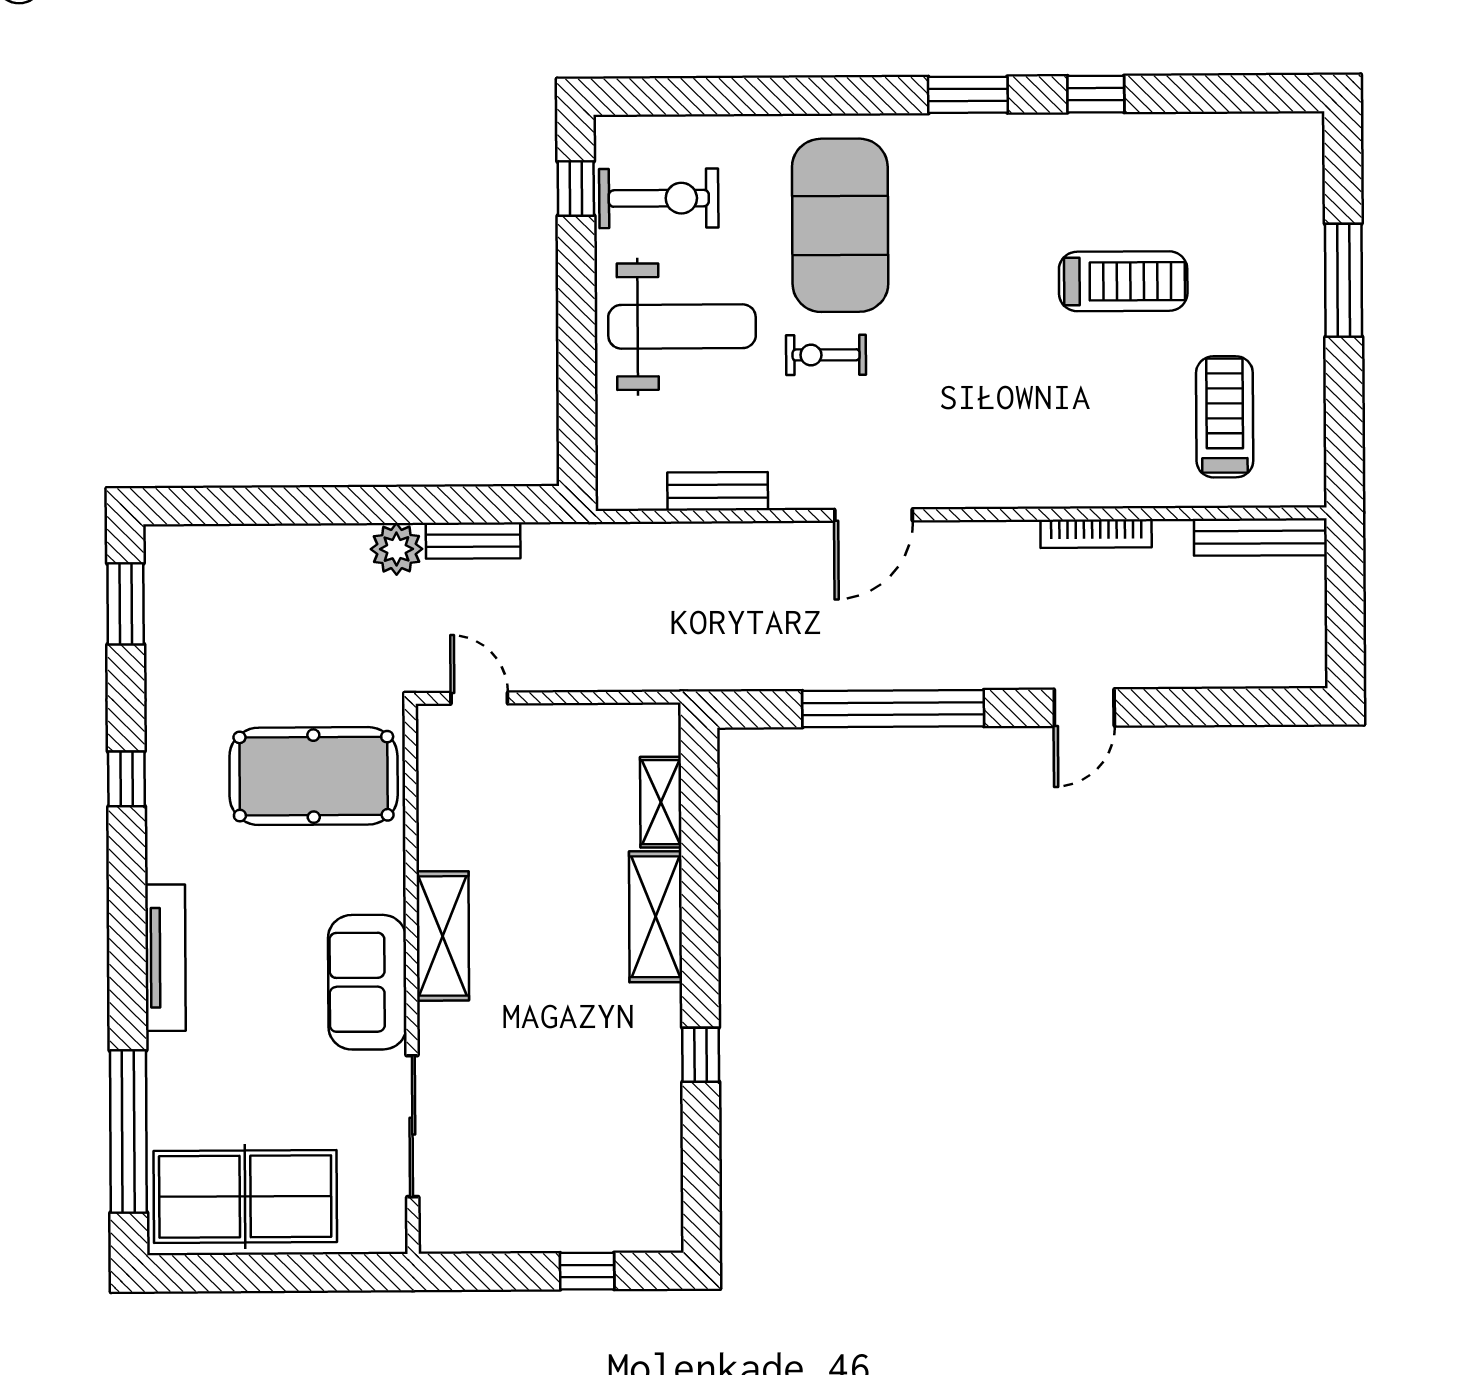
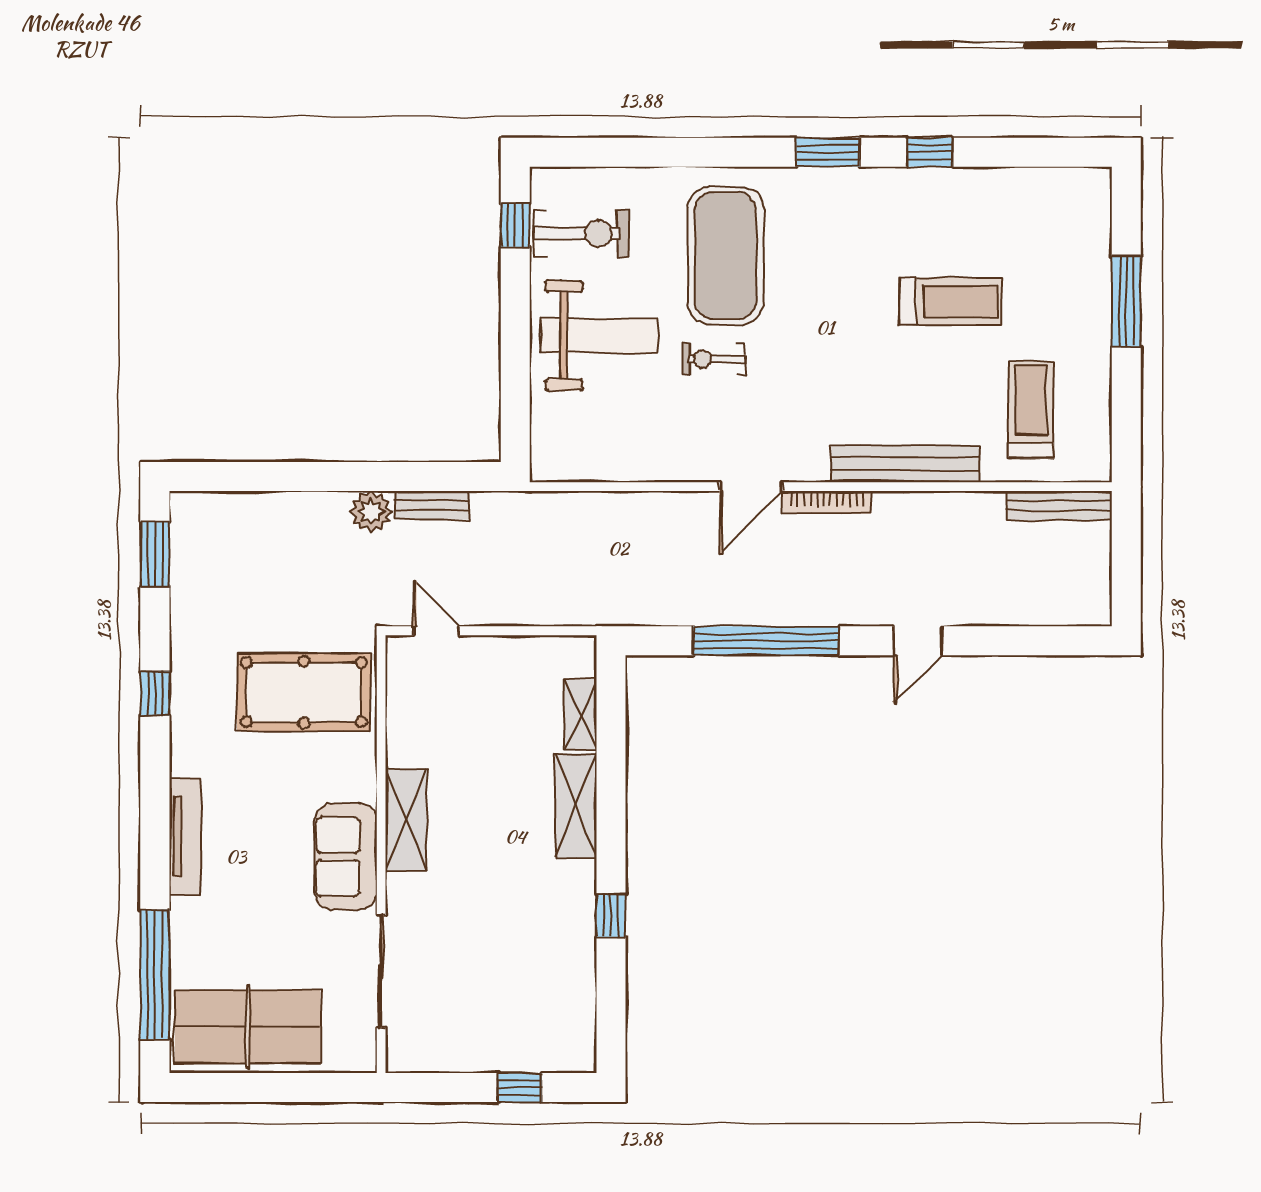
bench: (718, 491) -> (905, 464), moved, width x1.86, depth x1.21
bookcase: (1096, 534) -> (827, 502), moved

